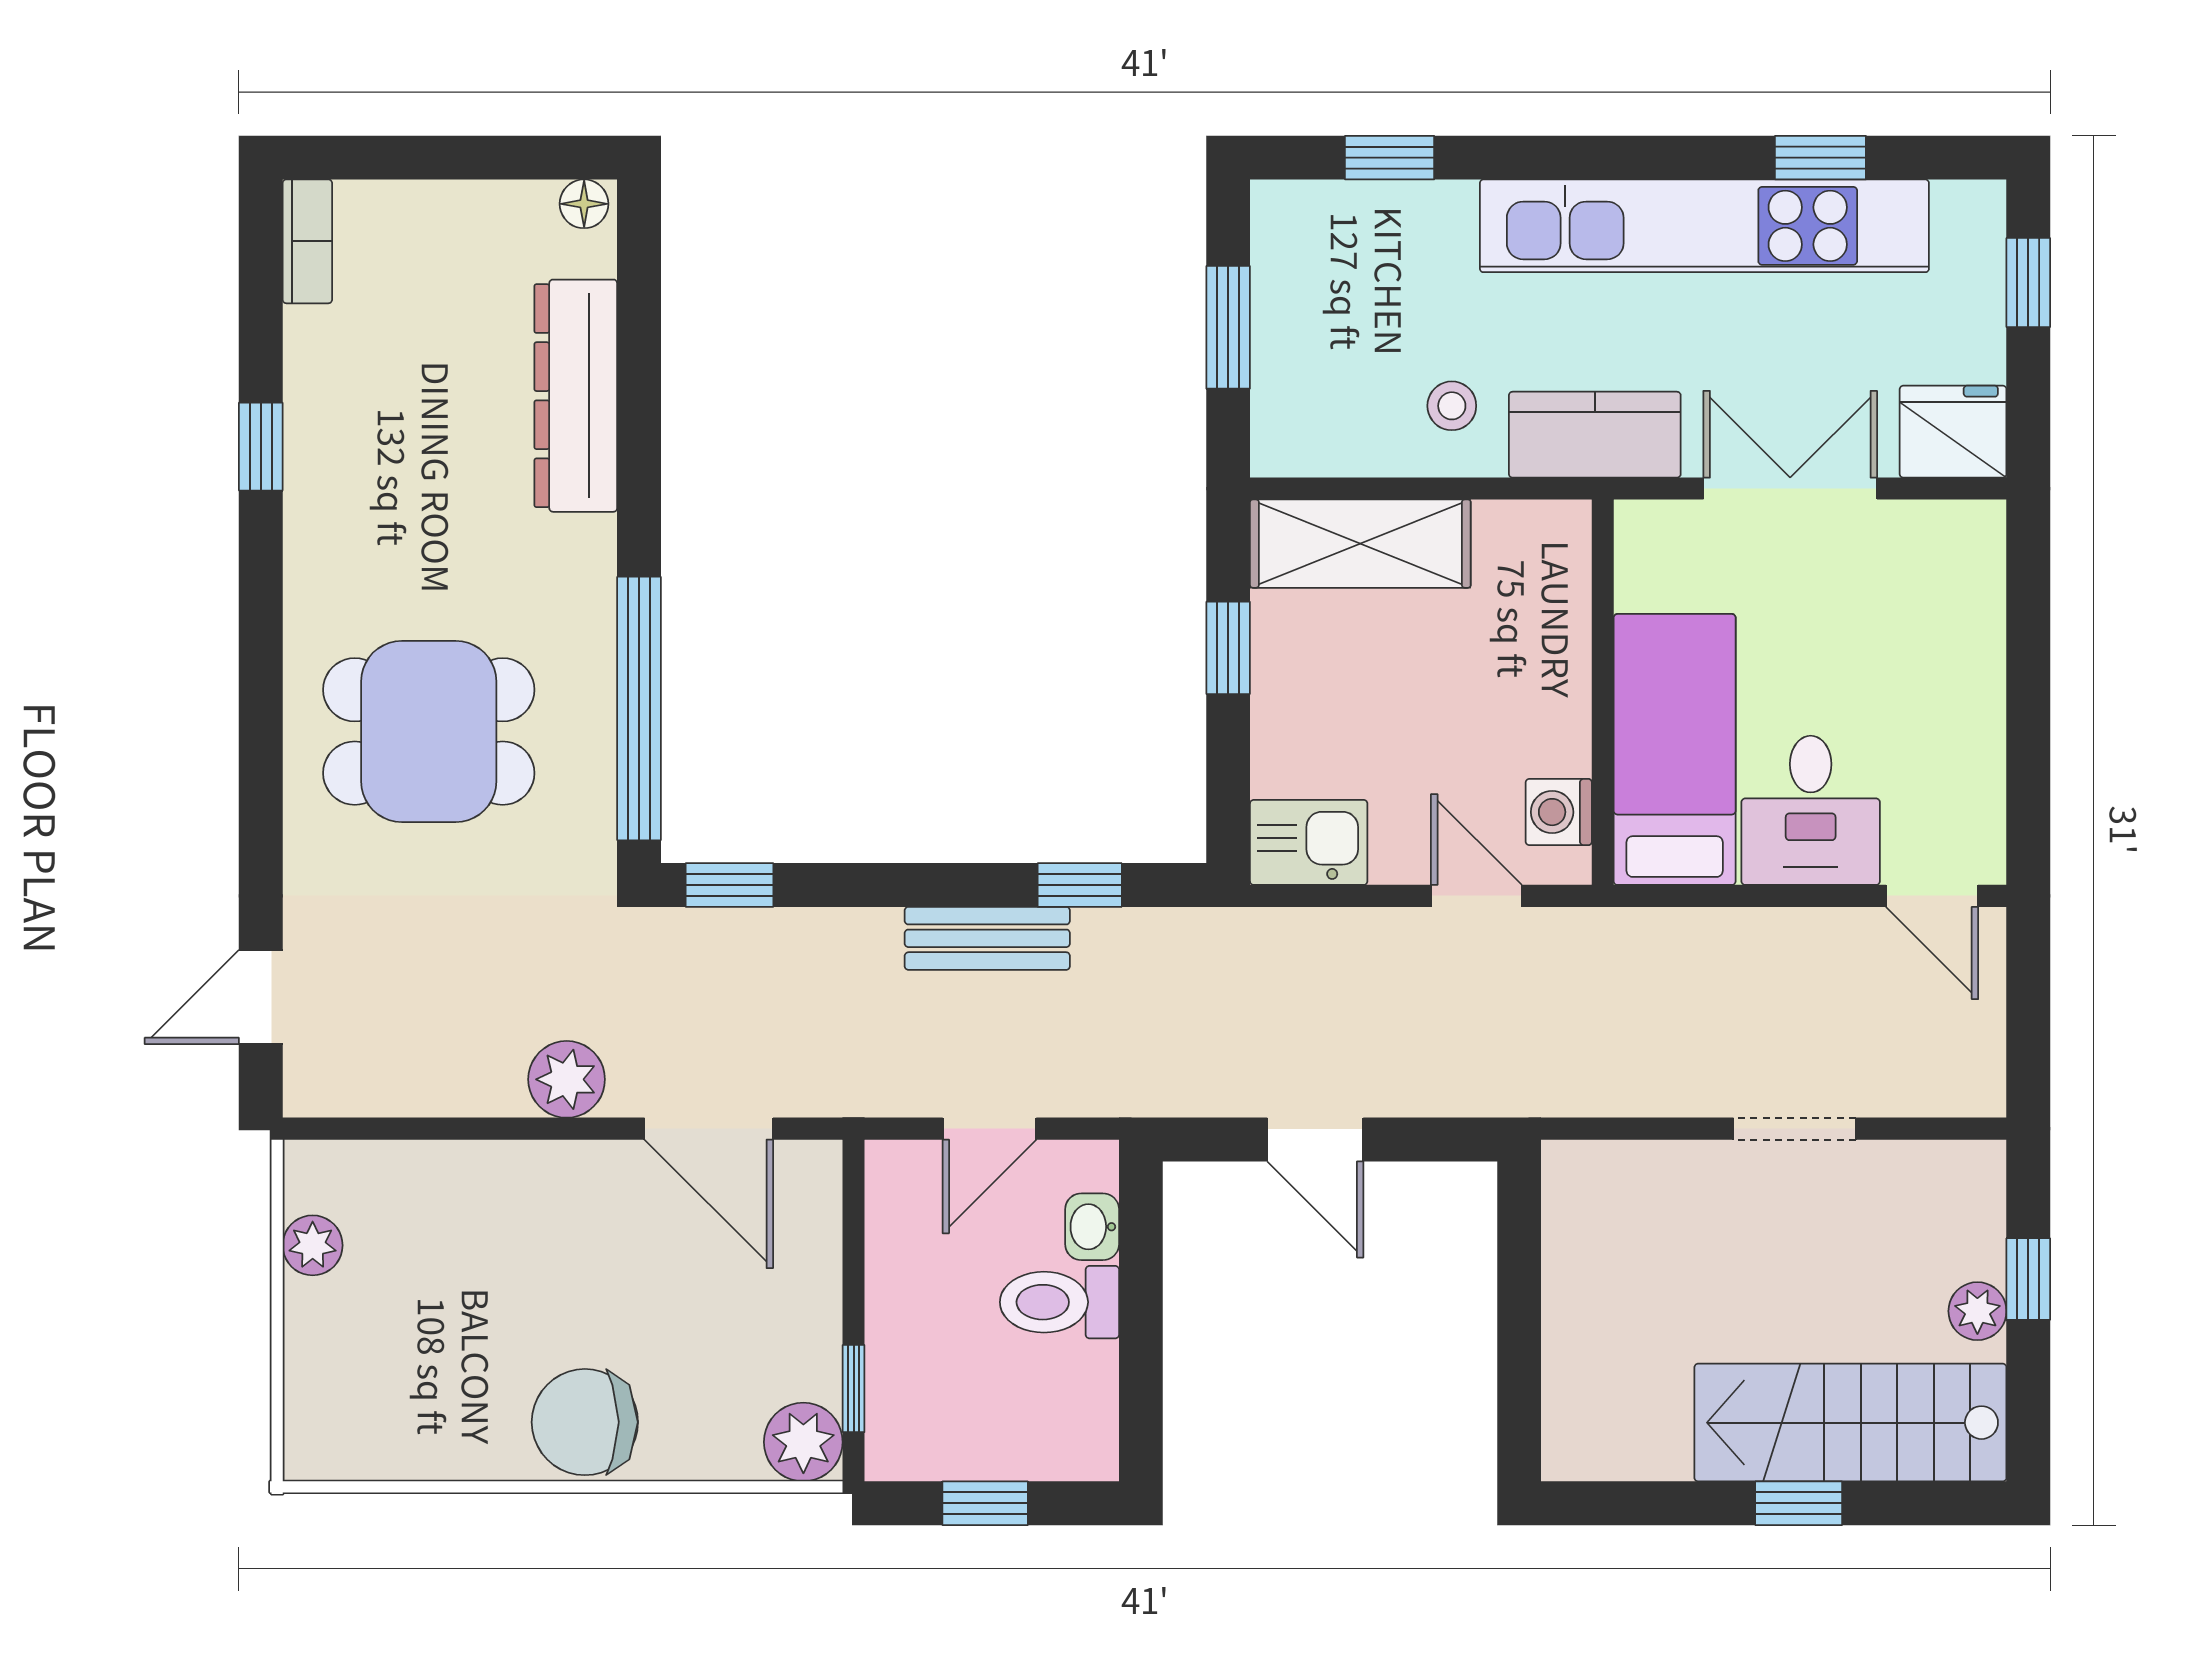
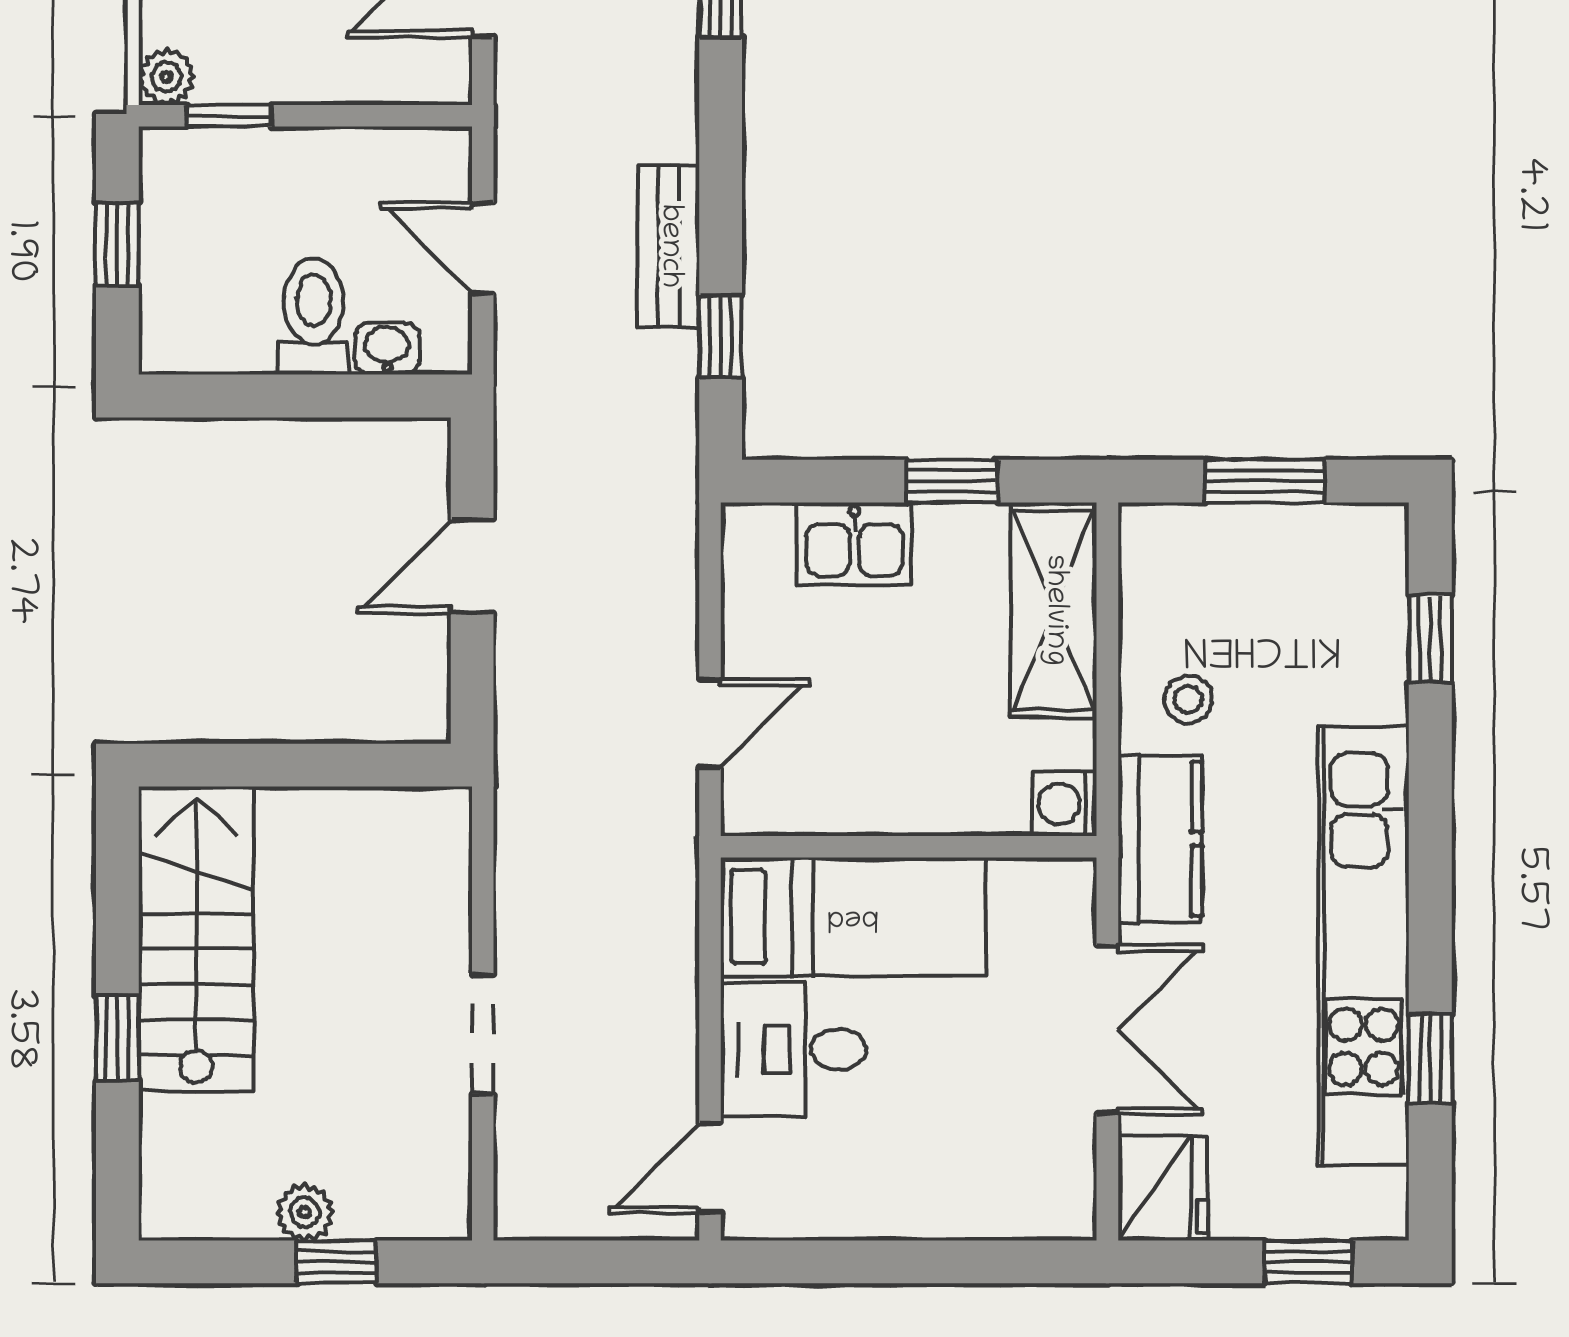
washing machine: (1559, 812) -> (1064, 804), moved, turned -90
kitchen sink: (1309, 842) -> (854, 544), moved, turned 90
stairs: (1850, 1423) -> (196, 939), moved
plant: (803, 1442) -> (167, 77), width x0.73, depth x0.73

